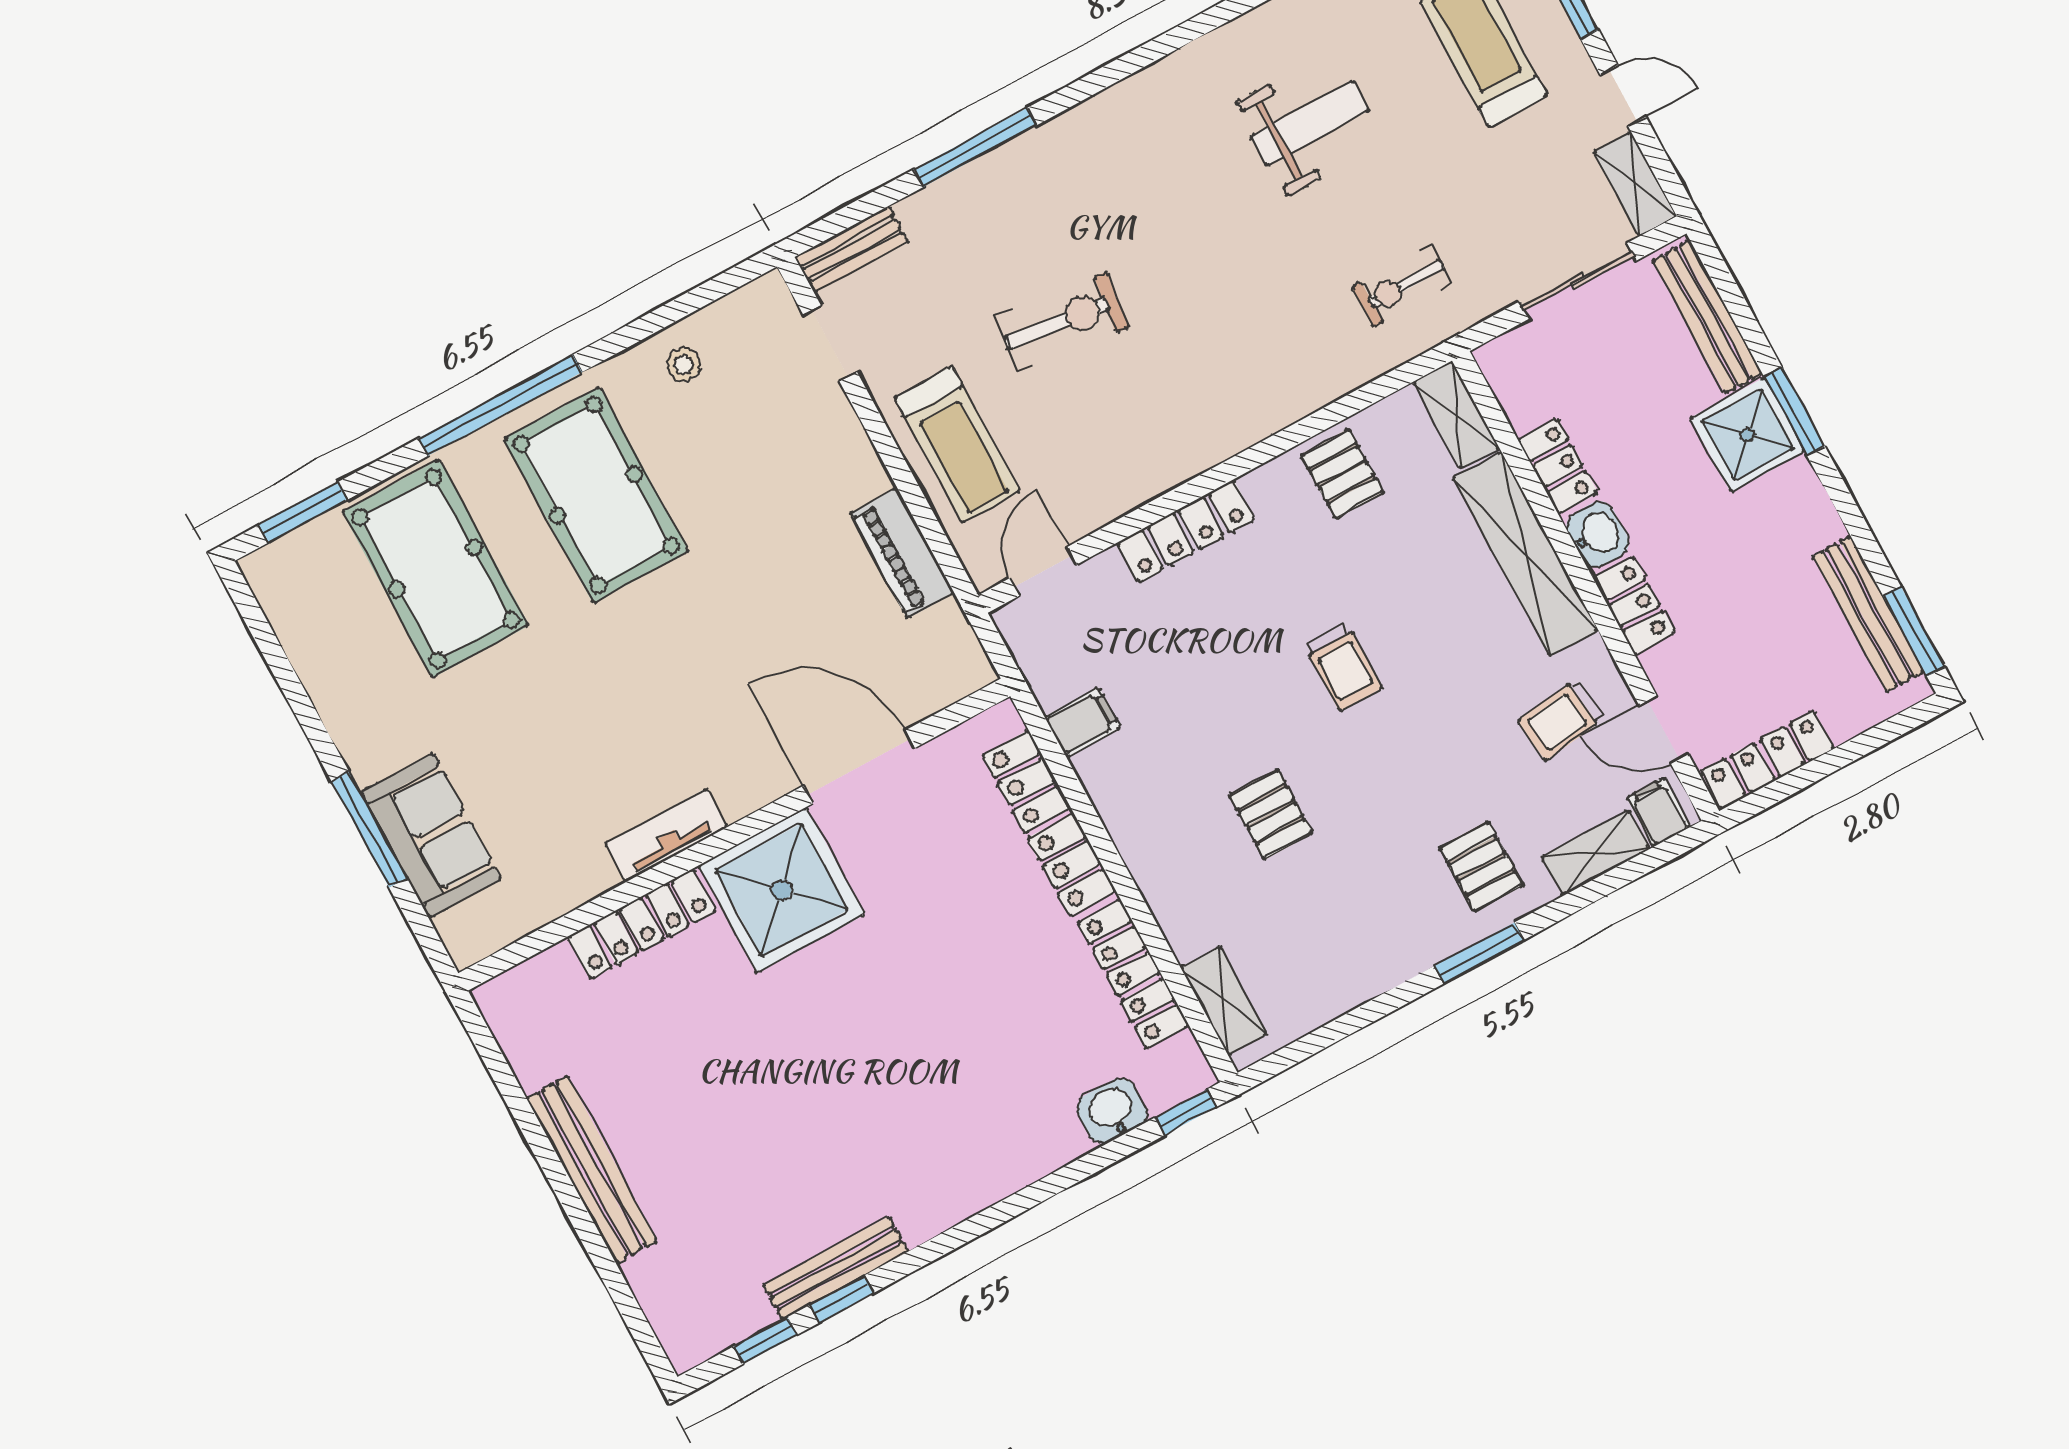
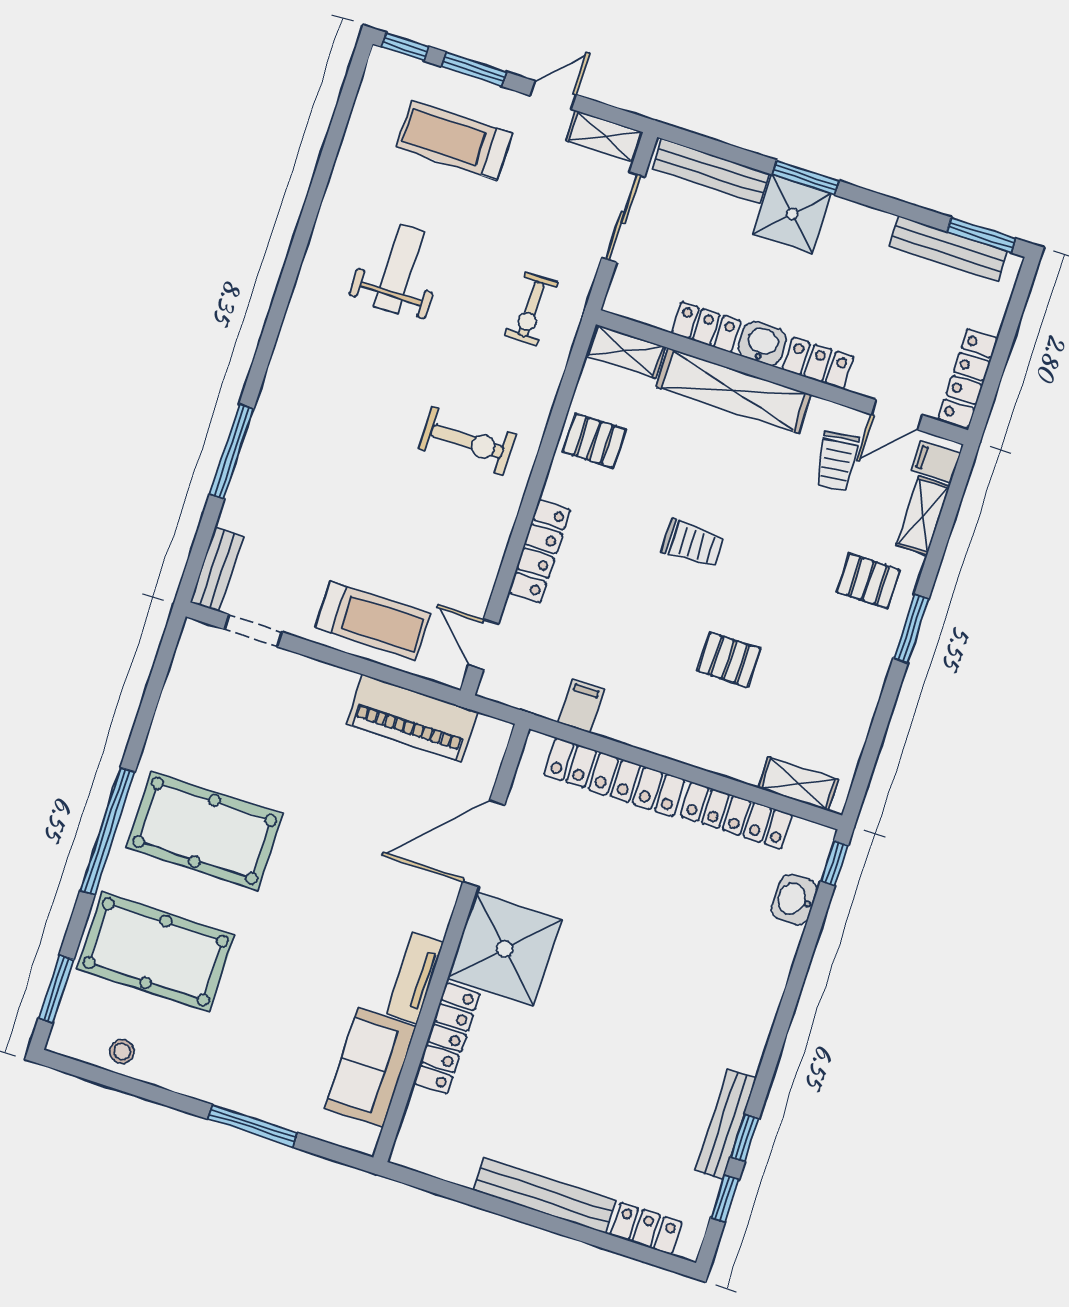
exercise bike: (1063, 321) -> (467, 441), moved, turned 83
stool: (684, 365) -> (122, 1051), moved
piano: (902, 553) -> (412, 718), width x1.37, depth x1.33
sofa: (431, 836) -> (370, 1068), moved, turned -90
locker: (661, 1297) -> (646, 1229), added

